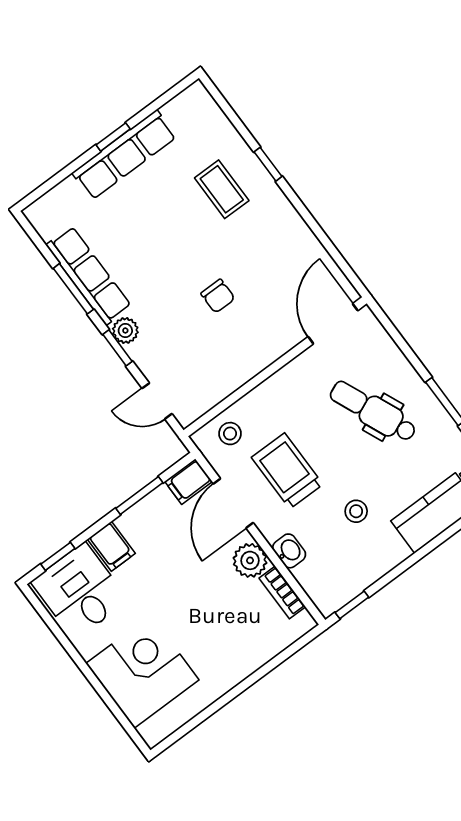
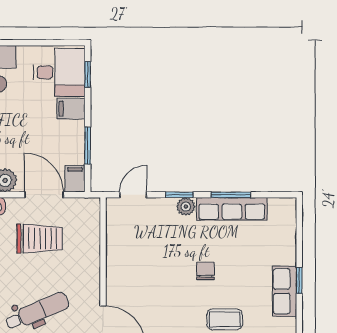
row of seats: (124, 155) -> (285, 291), width x0.68
chair: (218, 296) -> (205, 271), moved, turned 90
stool: (230, 434) -> (84, 222), removed

